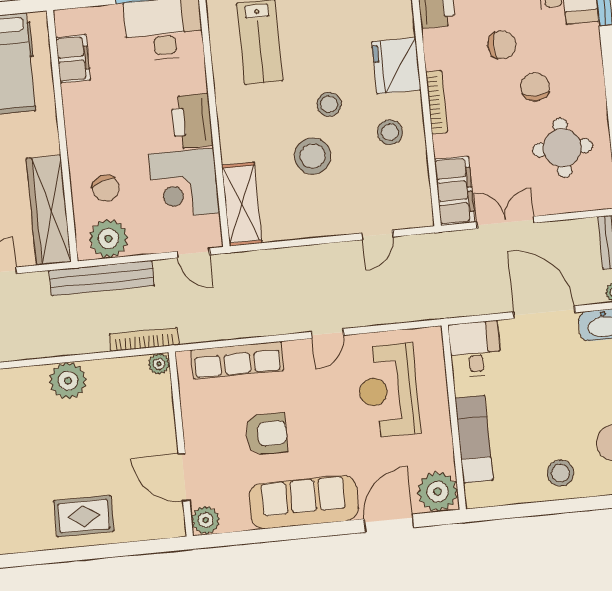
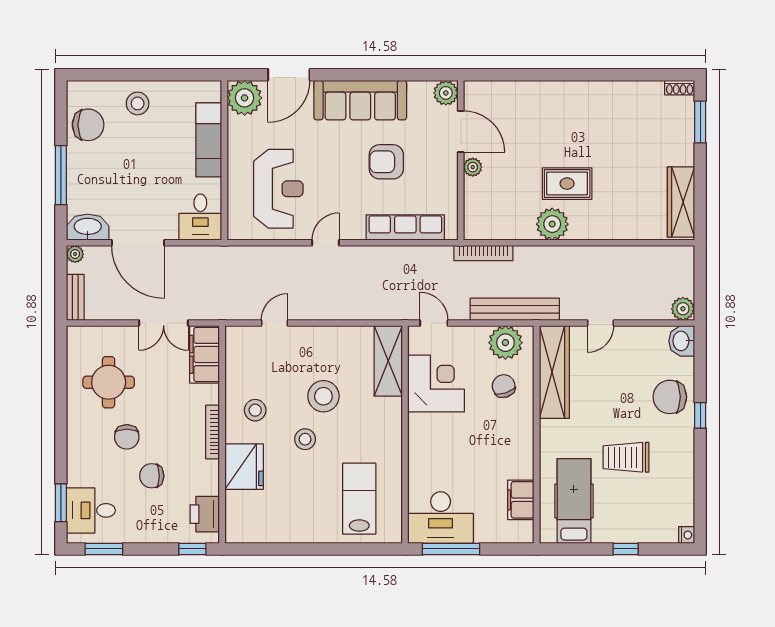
printer: (192, 121) -> (424, 436), removed
plant: (159, 364) -> (473, 167), moved
rug: (84, 516) -> (567, 184), moved

